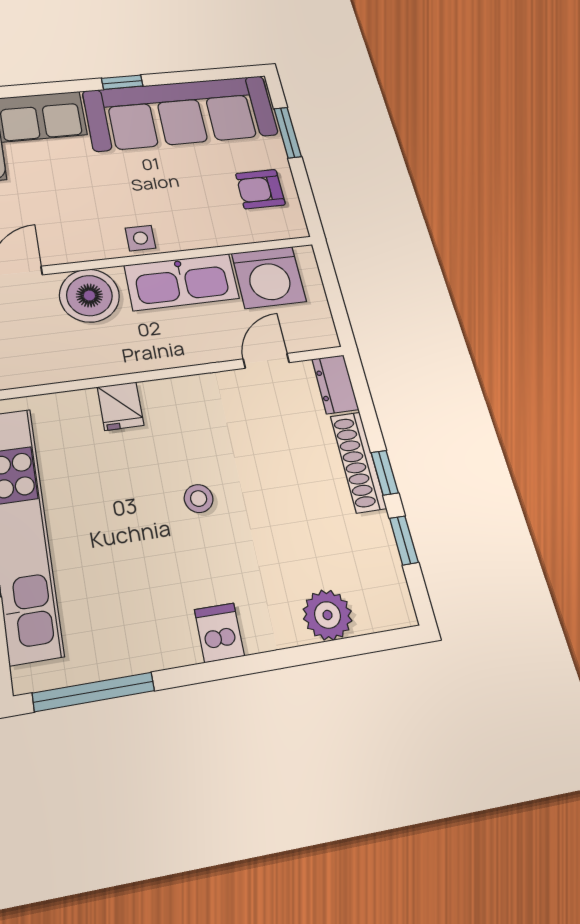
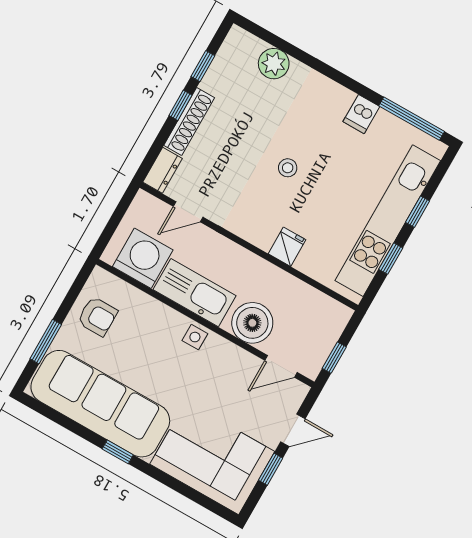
dishwasher: (219, 633) -> (361, 114), moved

